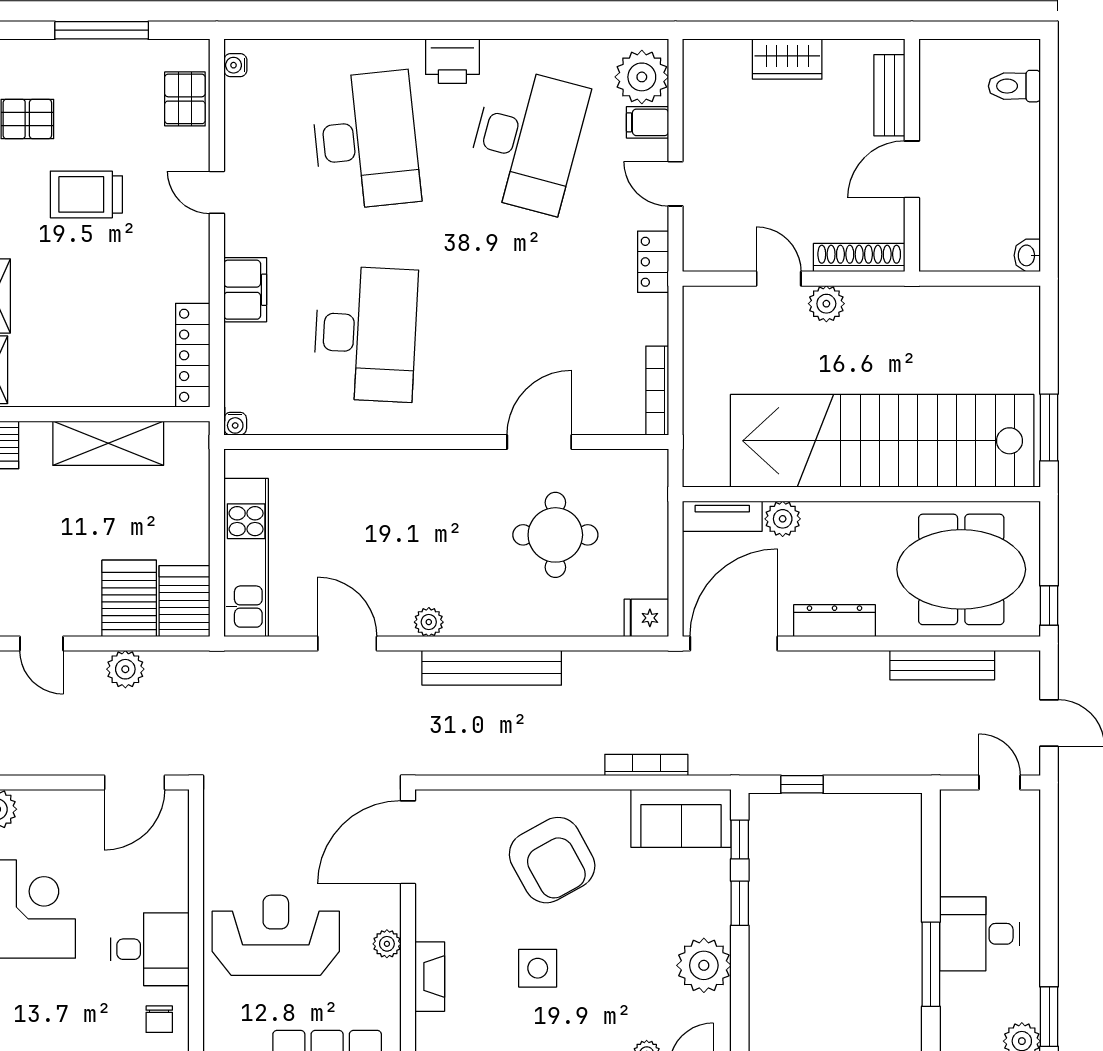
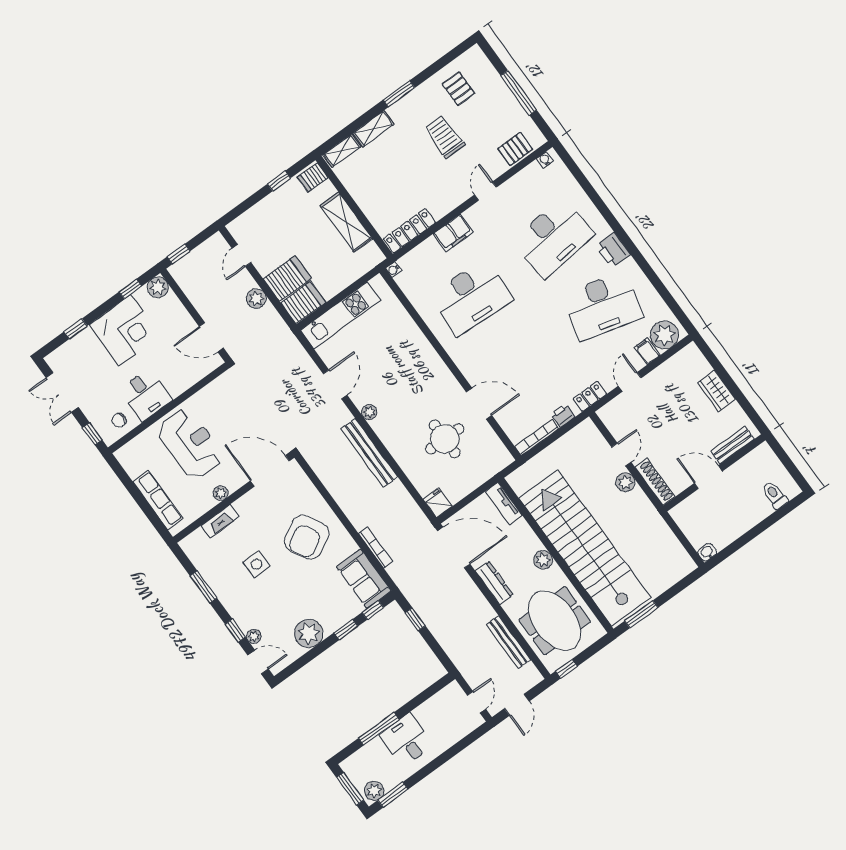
printer: (652, 325) -> (563, 416), added
plant: (783, 519) -> (543, 560), moved

